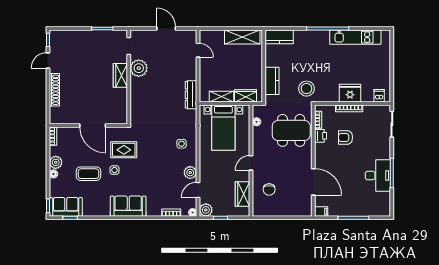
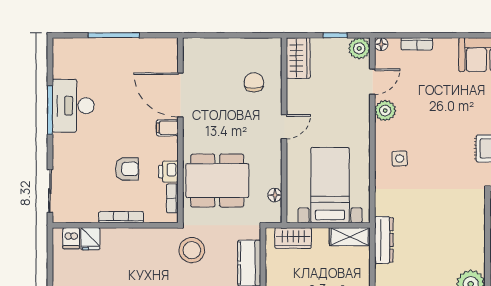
fridge: (350, 93) -> (90, 239), moved, width x0.53, depth x0.75
shelving: (222, 97) -> (350, 237), moved
wardrobe: (242, 194) -> (298, 58), moved
filing cabinet: (321, 212) -> (167, 128), moved

